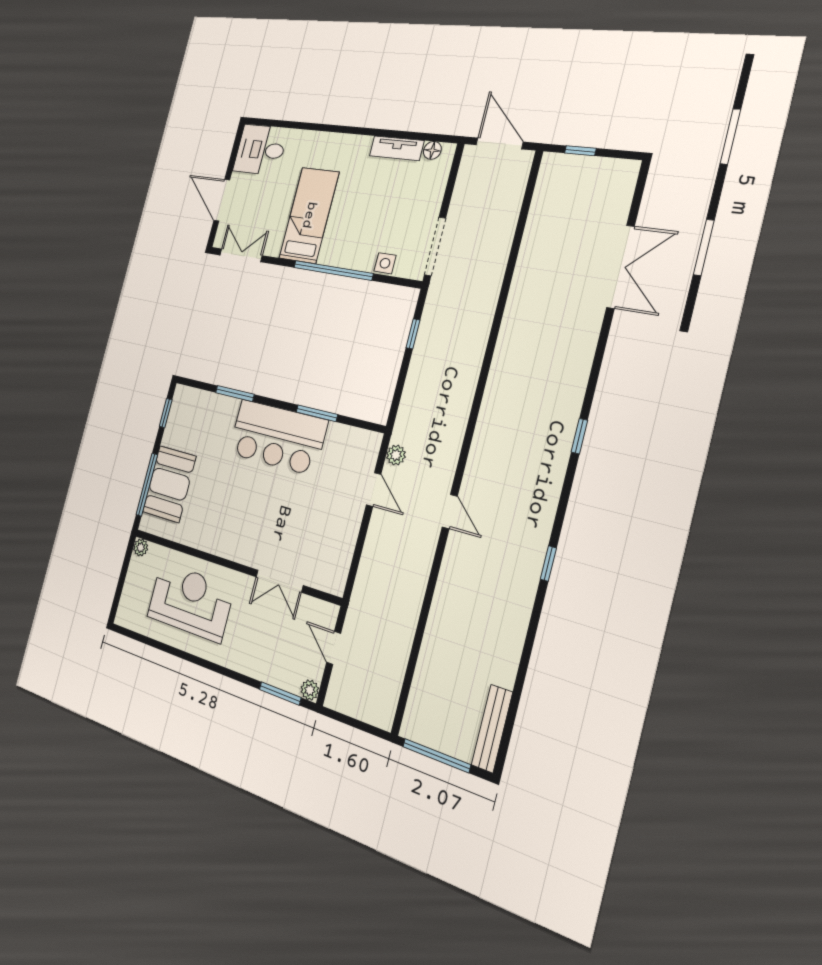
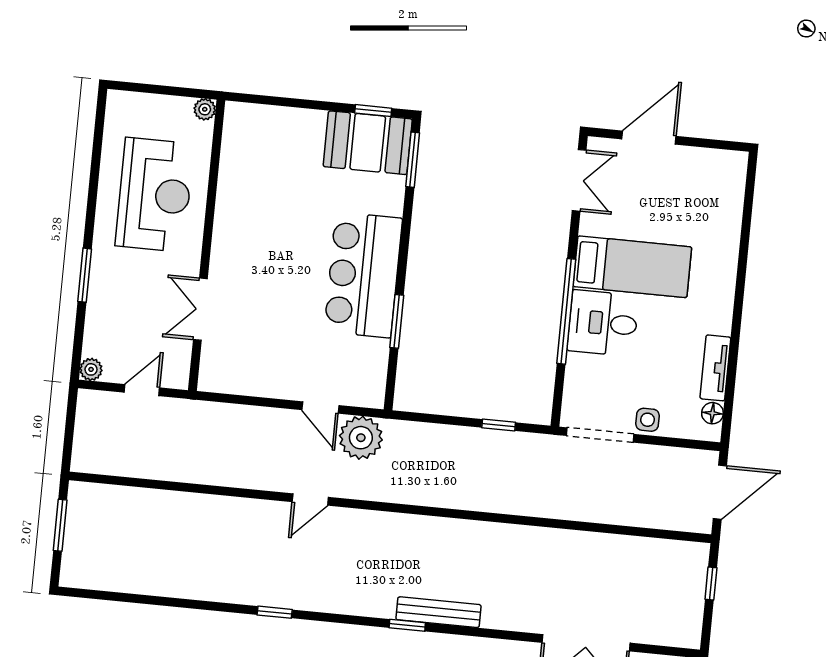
desk: (261, 150) -> (603, 323), moved, turned -90
side table: (385, 263) -> (648, 420), moved
window: (235, 393) -> (413, 160), moved
plant: (396, 455) -> (361, 438), width x1.88, depth x1.88
booth: (169, 484) -> (368, 143), moved
window: (147, 485) -> (282, 102), removed
door: (374, 490) -> (320, 408), hinge flipped
window: (280, 693) -> (85, 275), moved
bench: (492, 728) -> (438, 612), moved
window: (436, 756) -> (60, 525), width x0.69

